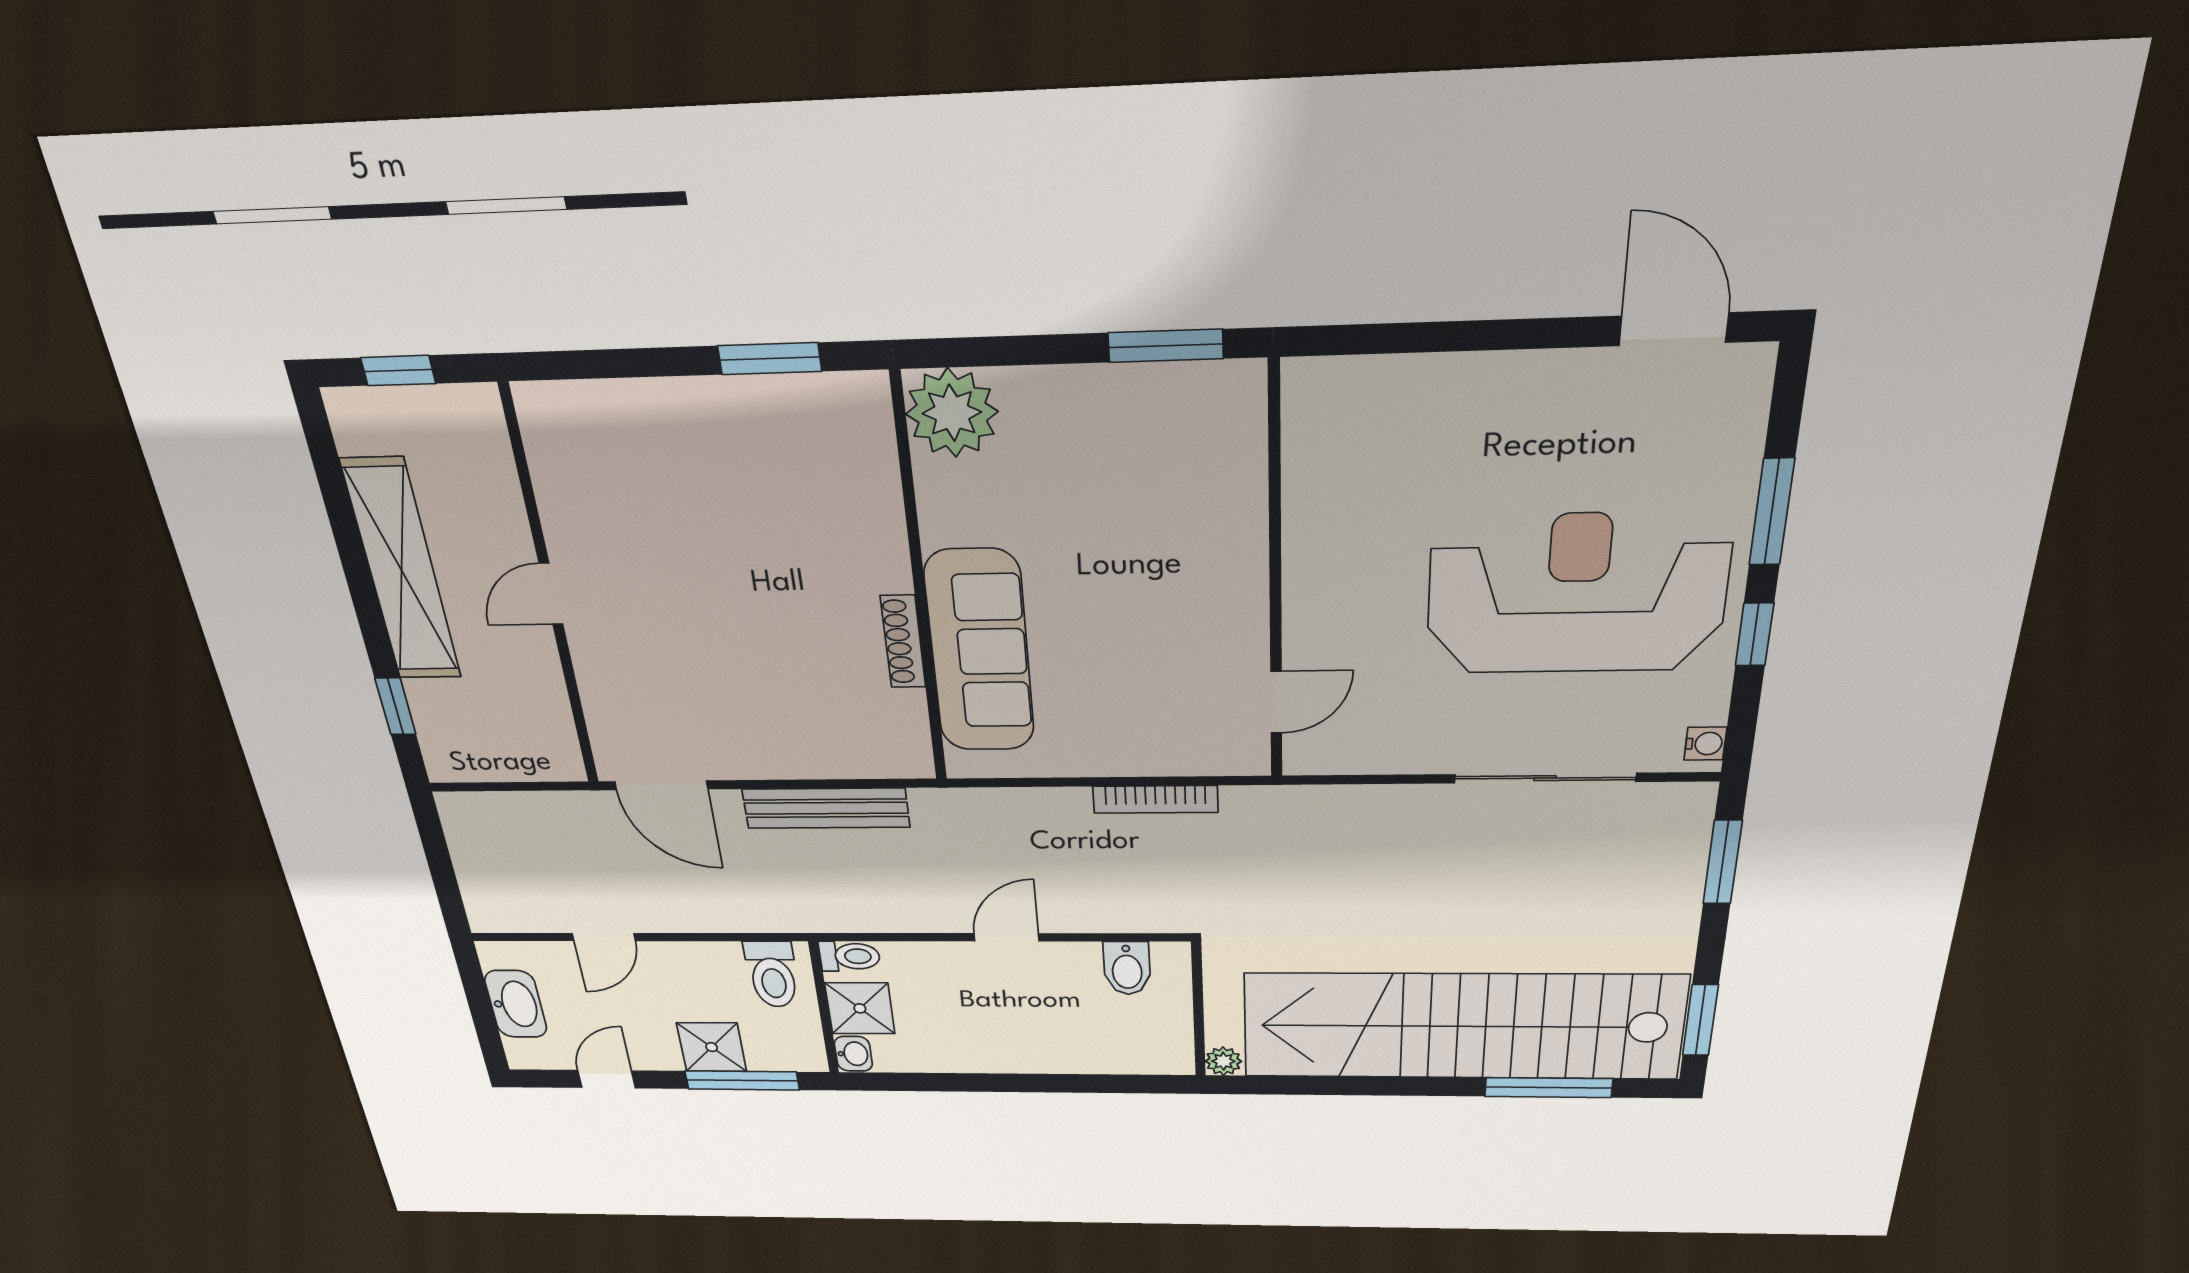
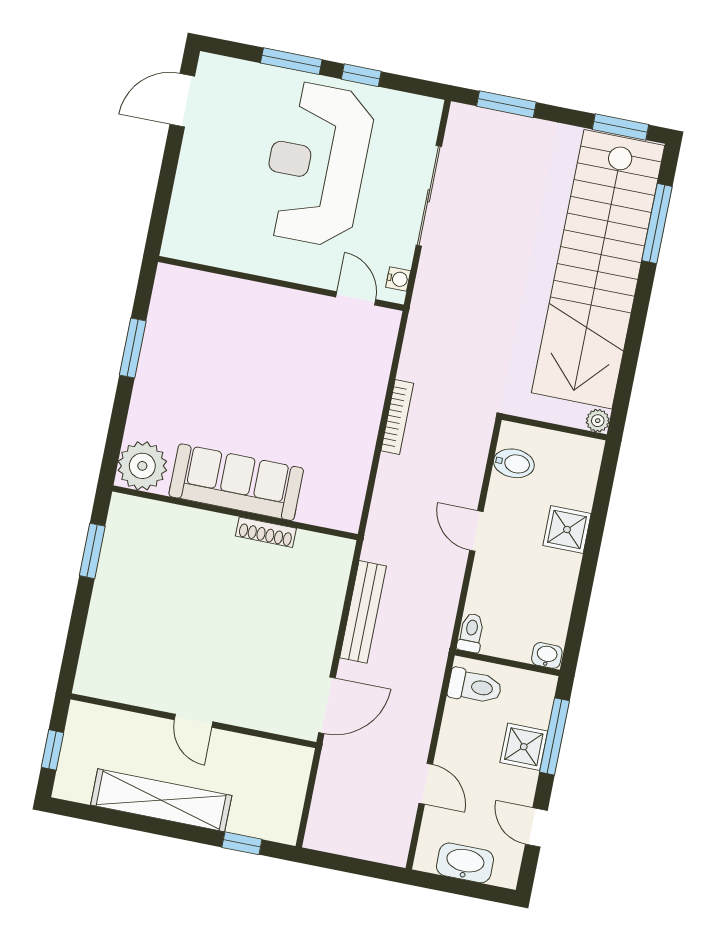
wall: (1275, 580) -> (281, 283), moved
sofa: (980, 652) -> (236, 482), moved
door: (1276, 702) -> (356, 298), moved
water cooler: (1705, 744) -> (398, 279), moved, turned 90
shower: (860, 1008) -> (567, 530), moved

